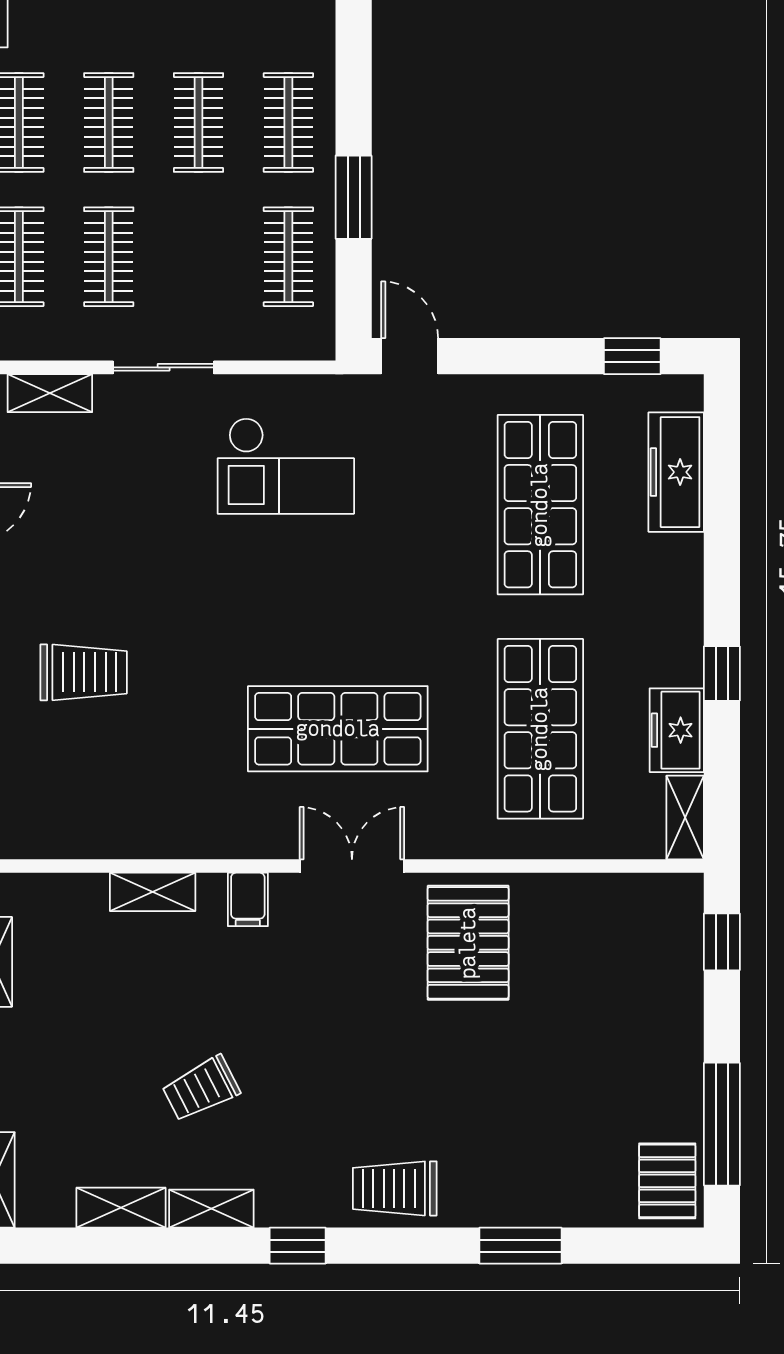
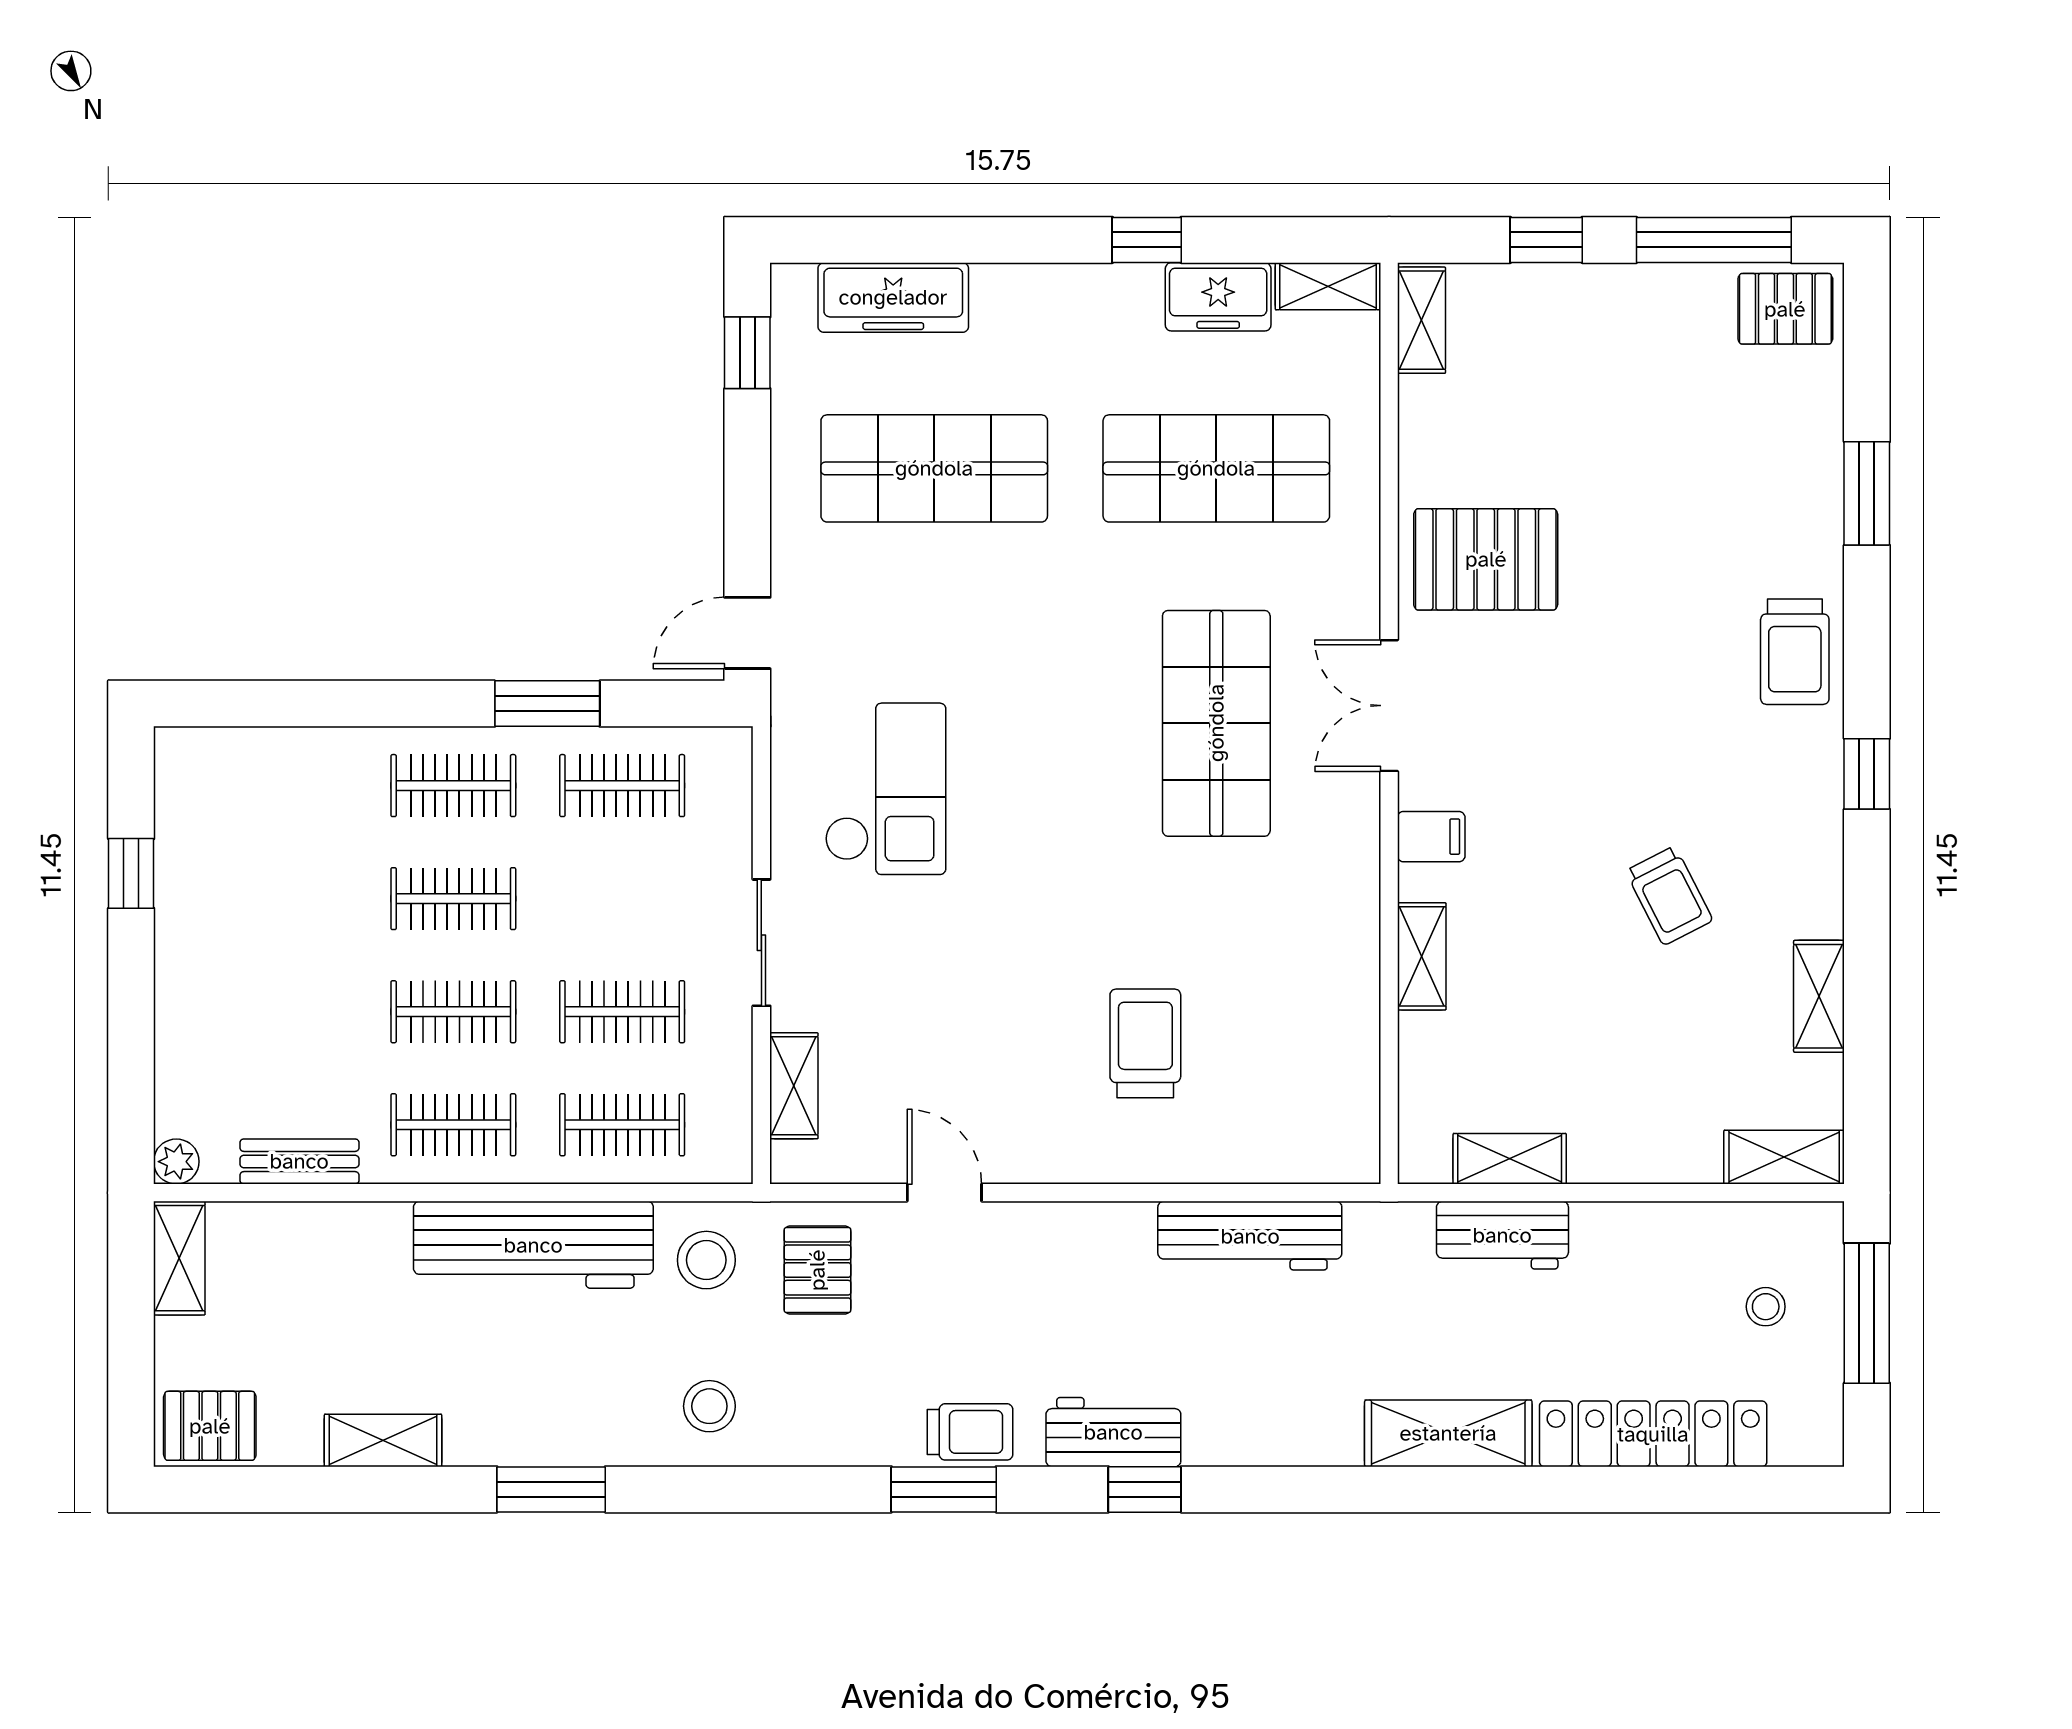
window: (722, 942) -> (1546, 240), moved
shelving: (211, 1209) -> (1421, 320), moved

